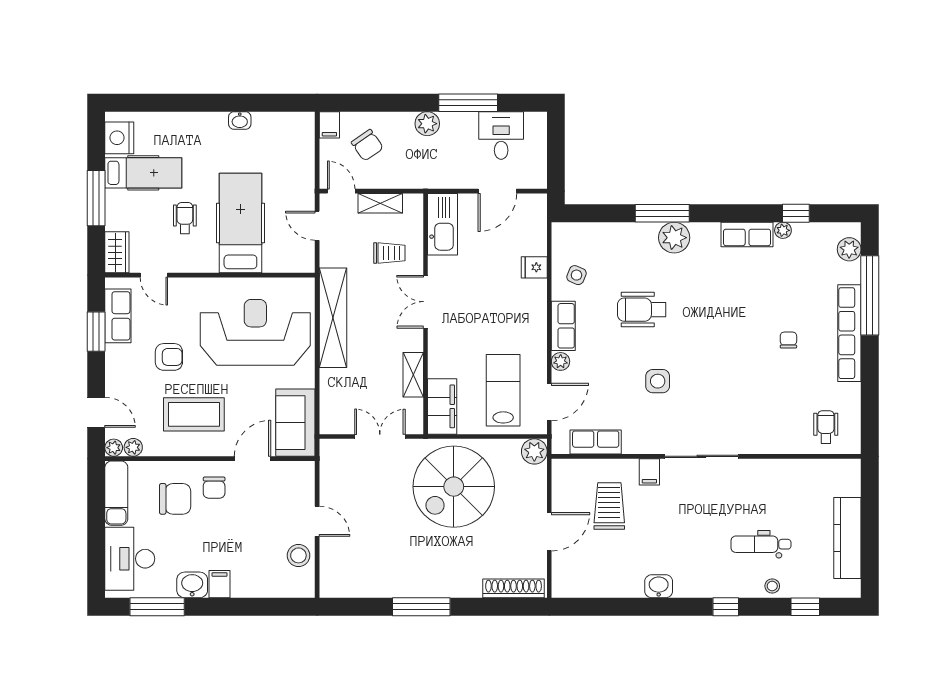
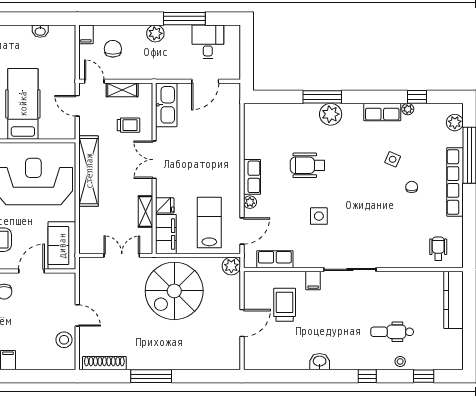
washbasin: (240, 120) -> (40, 31), moved
chair: (367, 145) -> (113, 49), turned -145
fridge: (534, 267) -> (165, 205), moved, turned 180
side table: (576, 275) -> (393, 159), moved
kitchen counter: (847, 538) -> (453, 300), moved
shoe rack: (514, 588) -> (104, 363), moved

